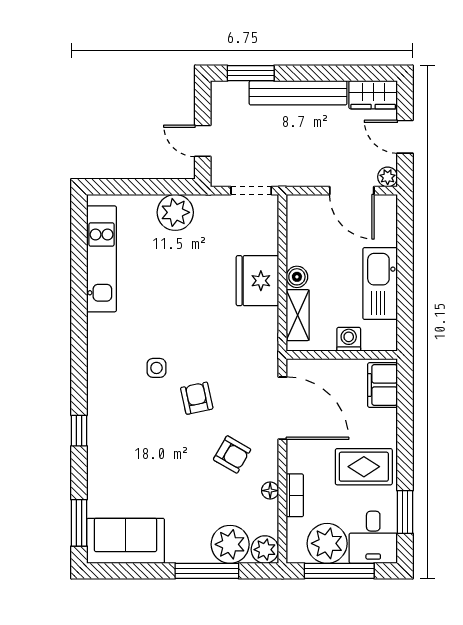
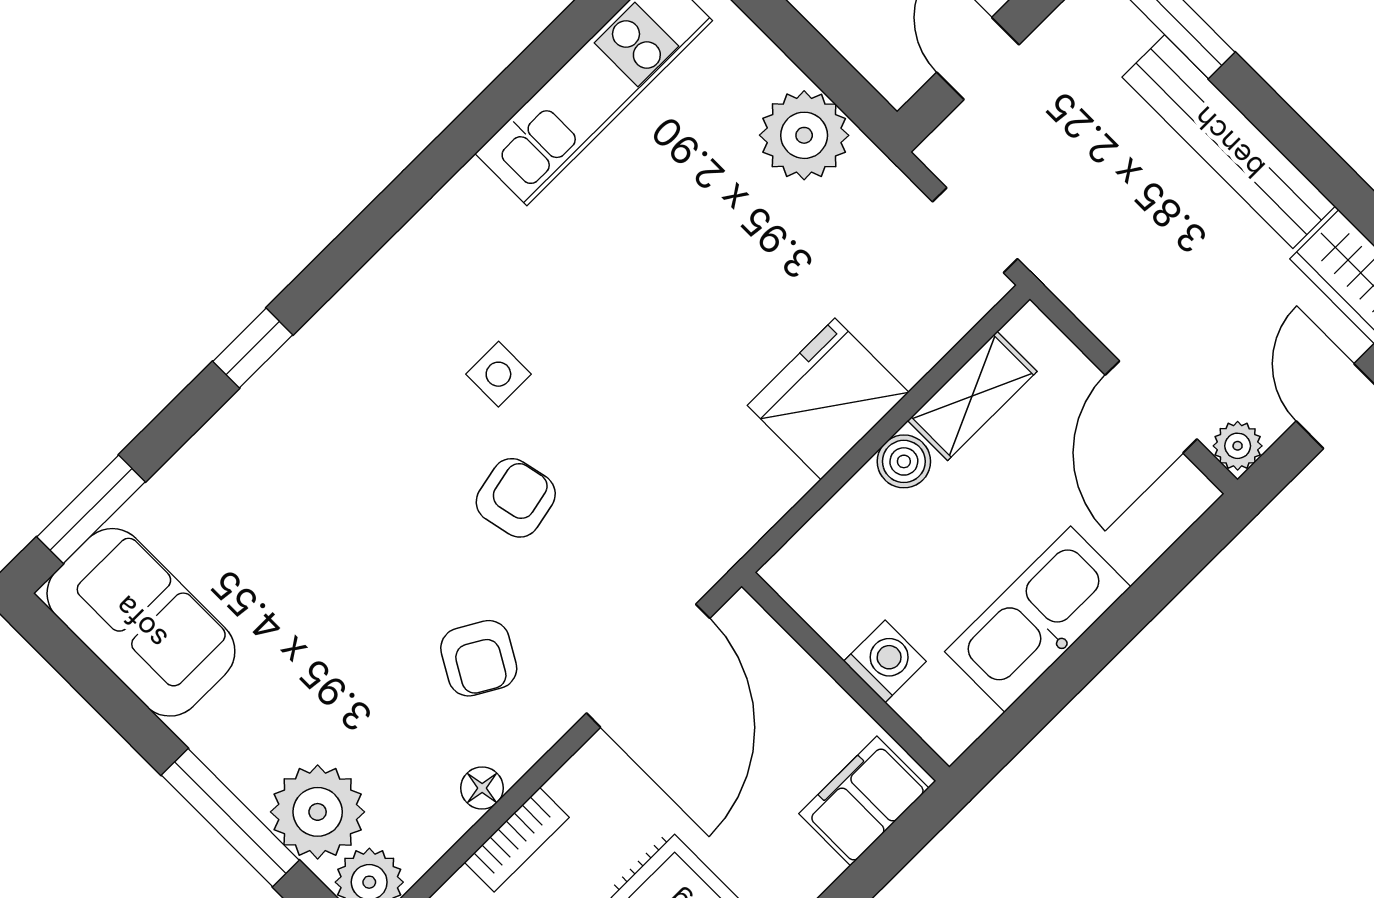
shelving: (298, 315) -> (972, 396), moved

